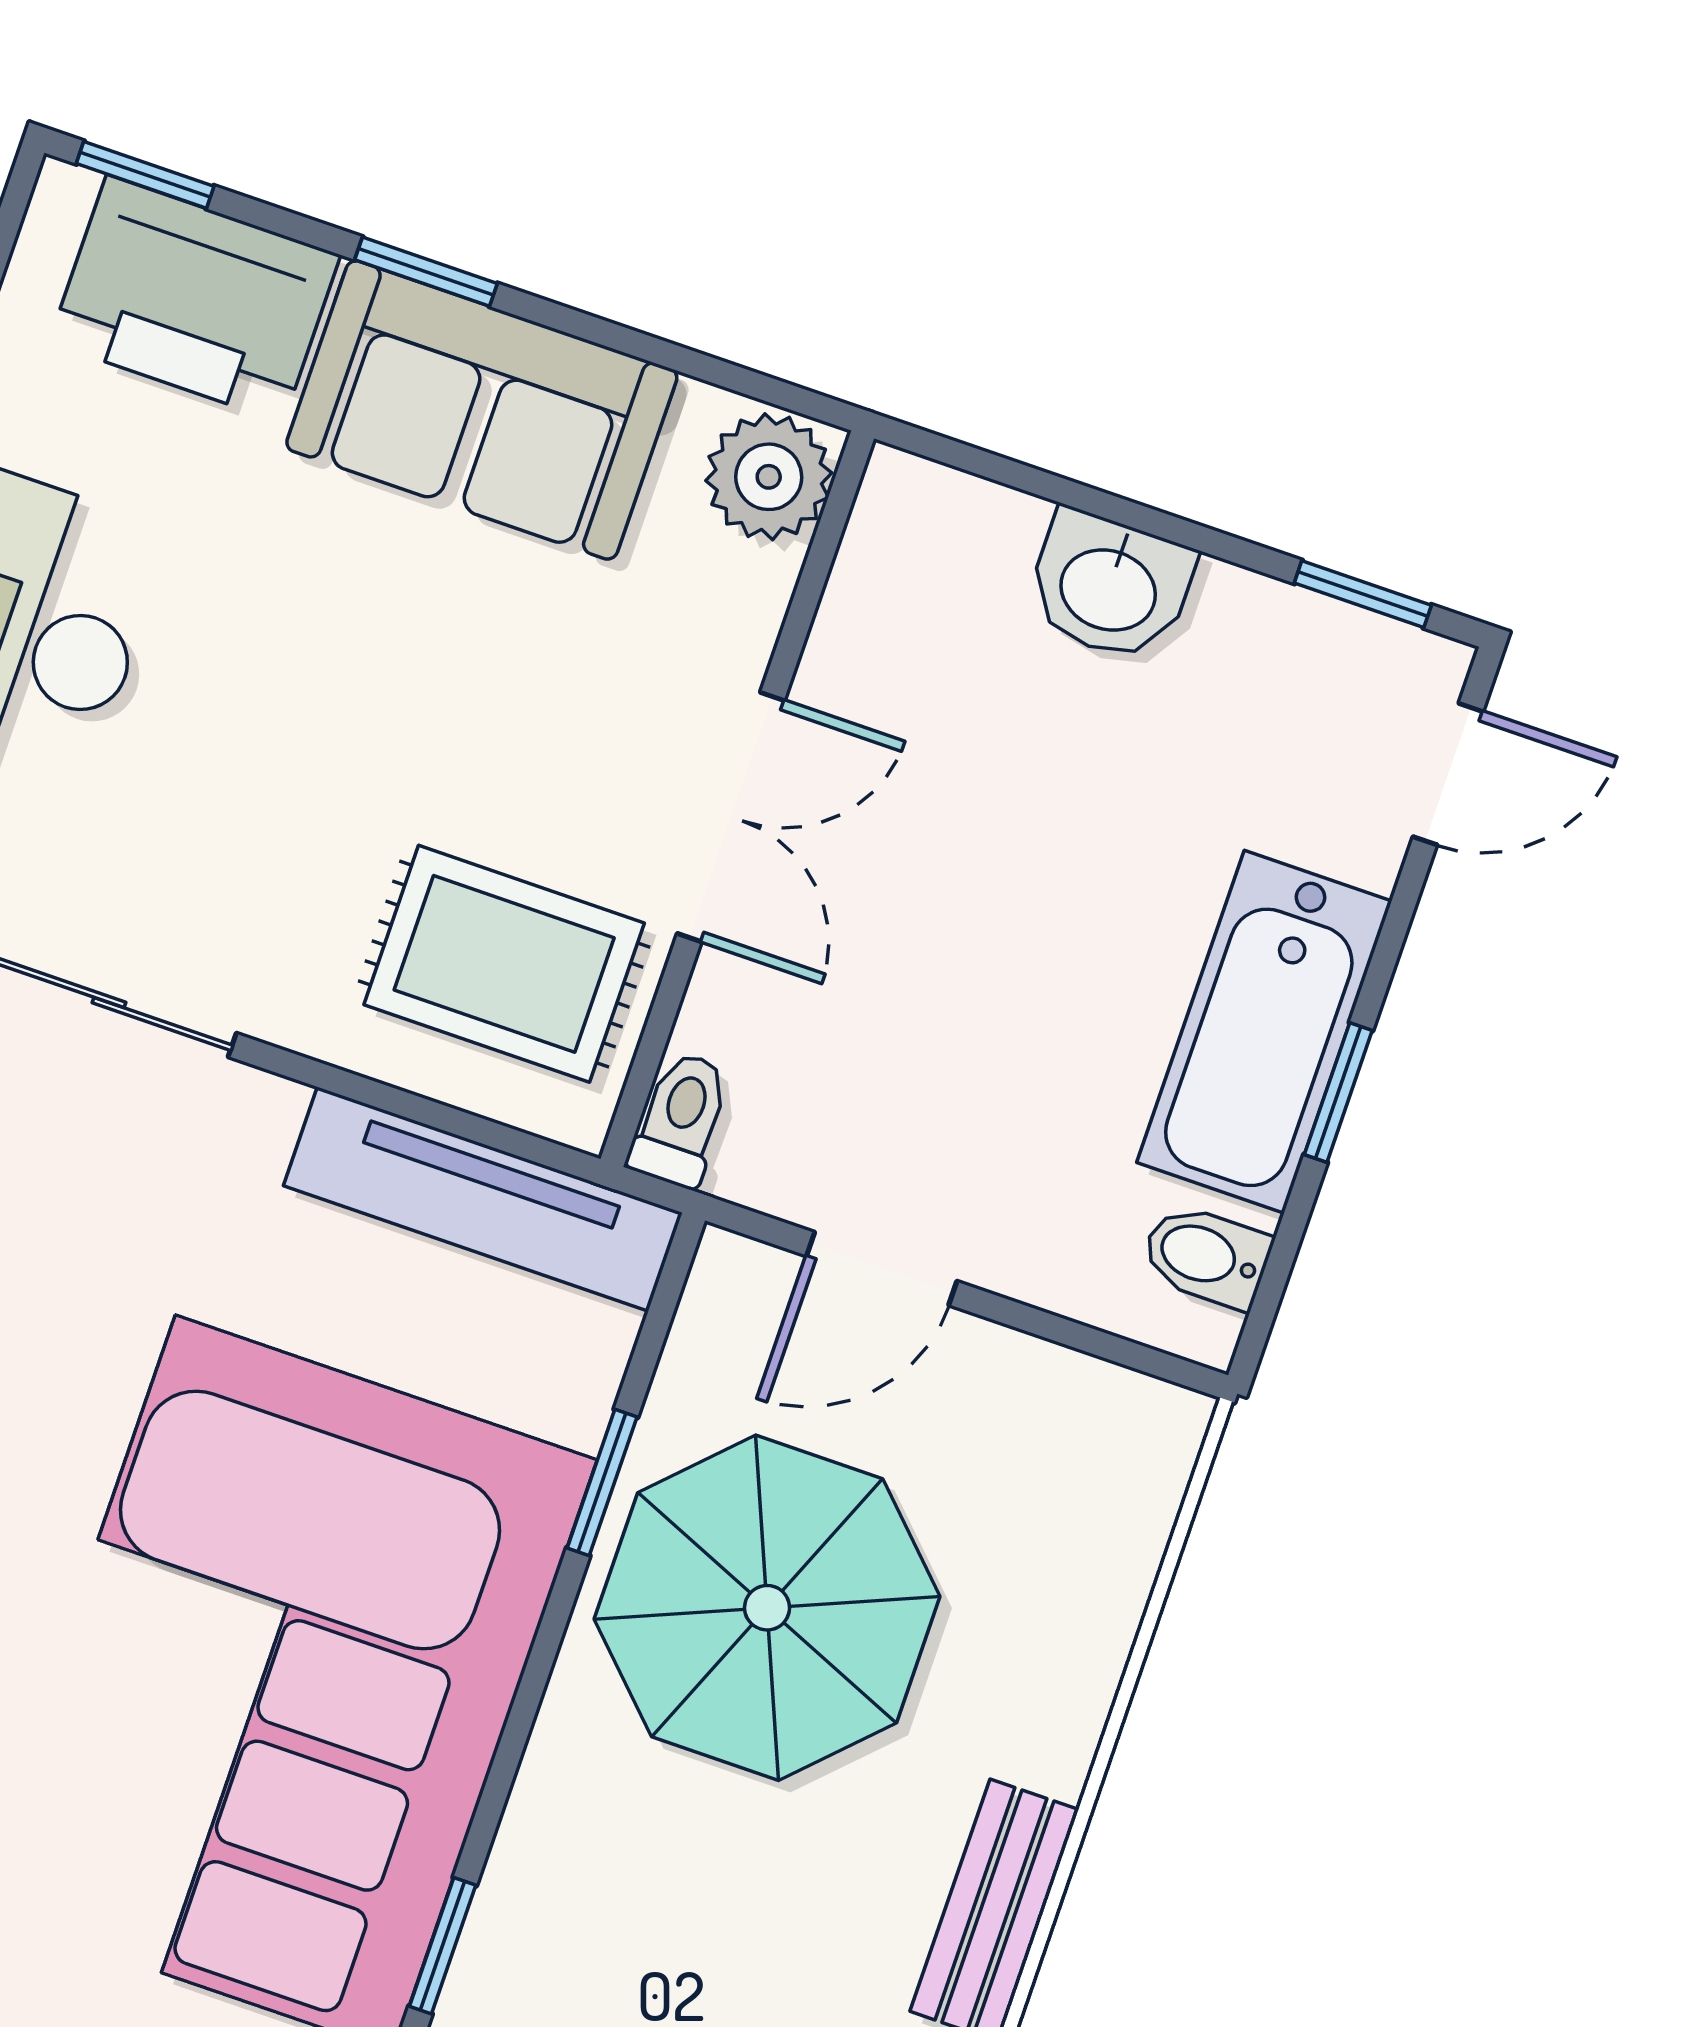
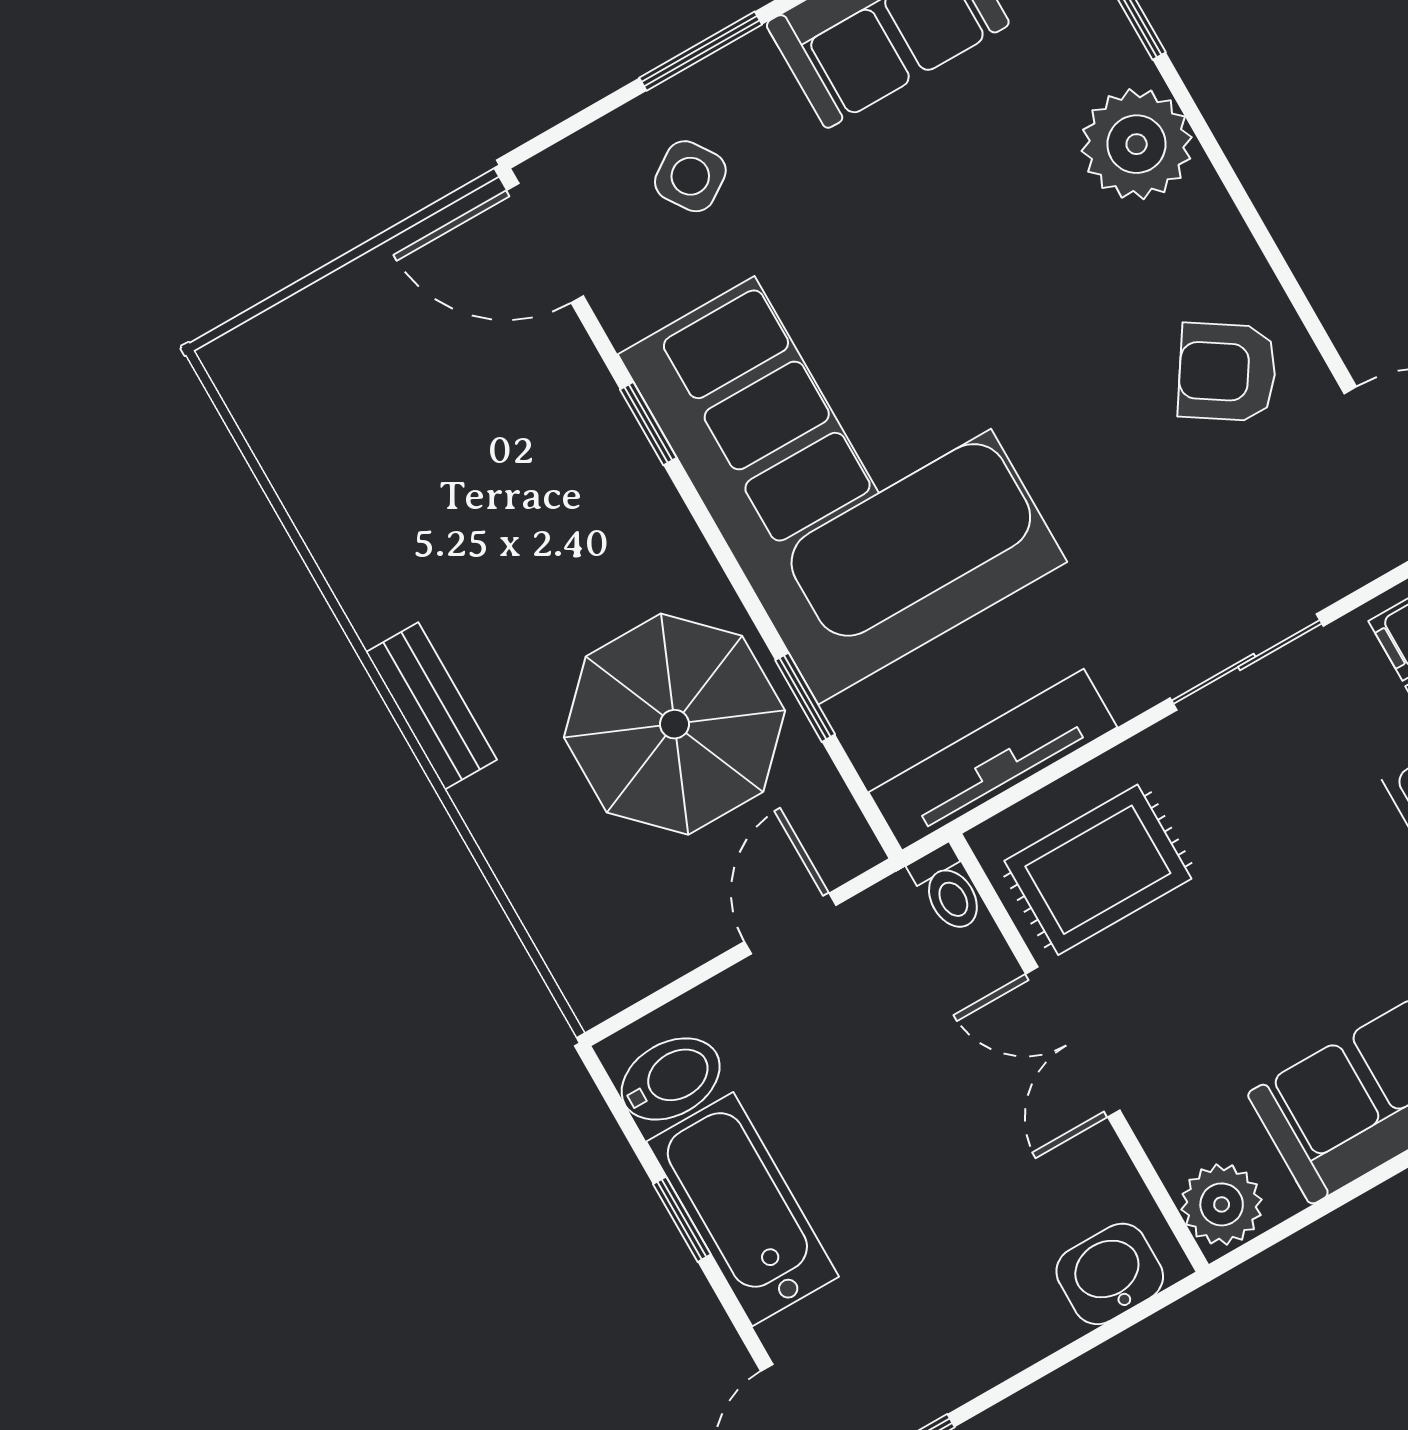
washbasin: (1109, 586) -> (1110, 1274), moved
bidet: (1206, 1256) -> (671, 1079), width x1.38, depth x1.36

